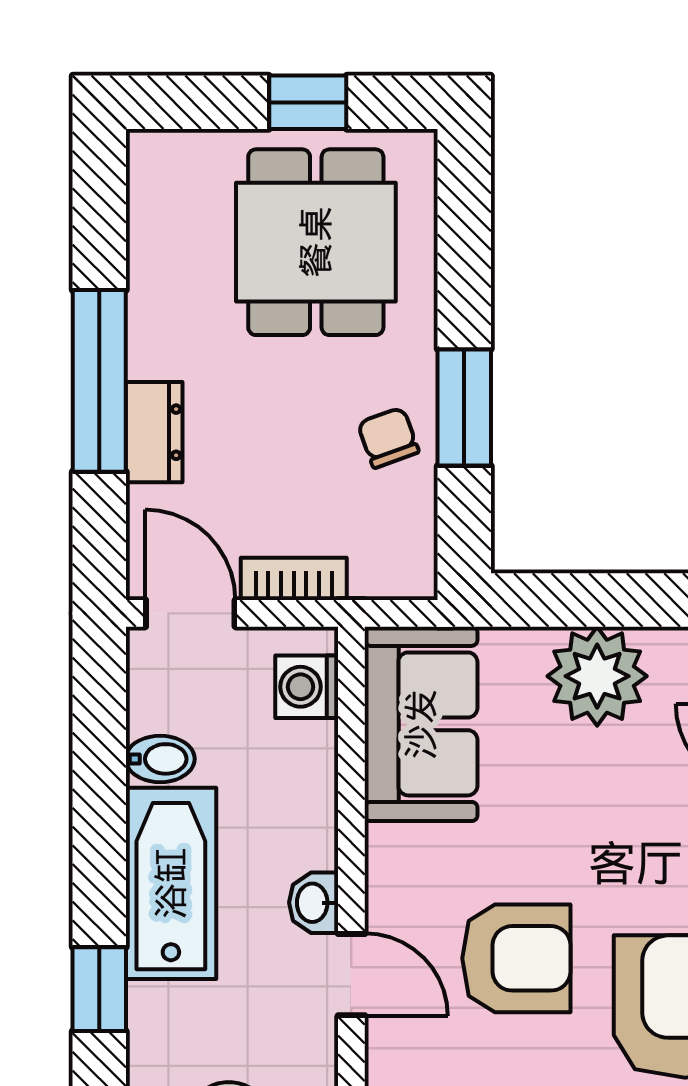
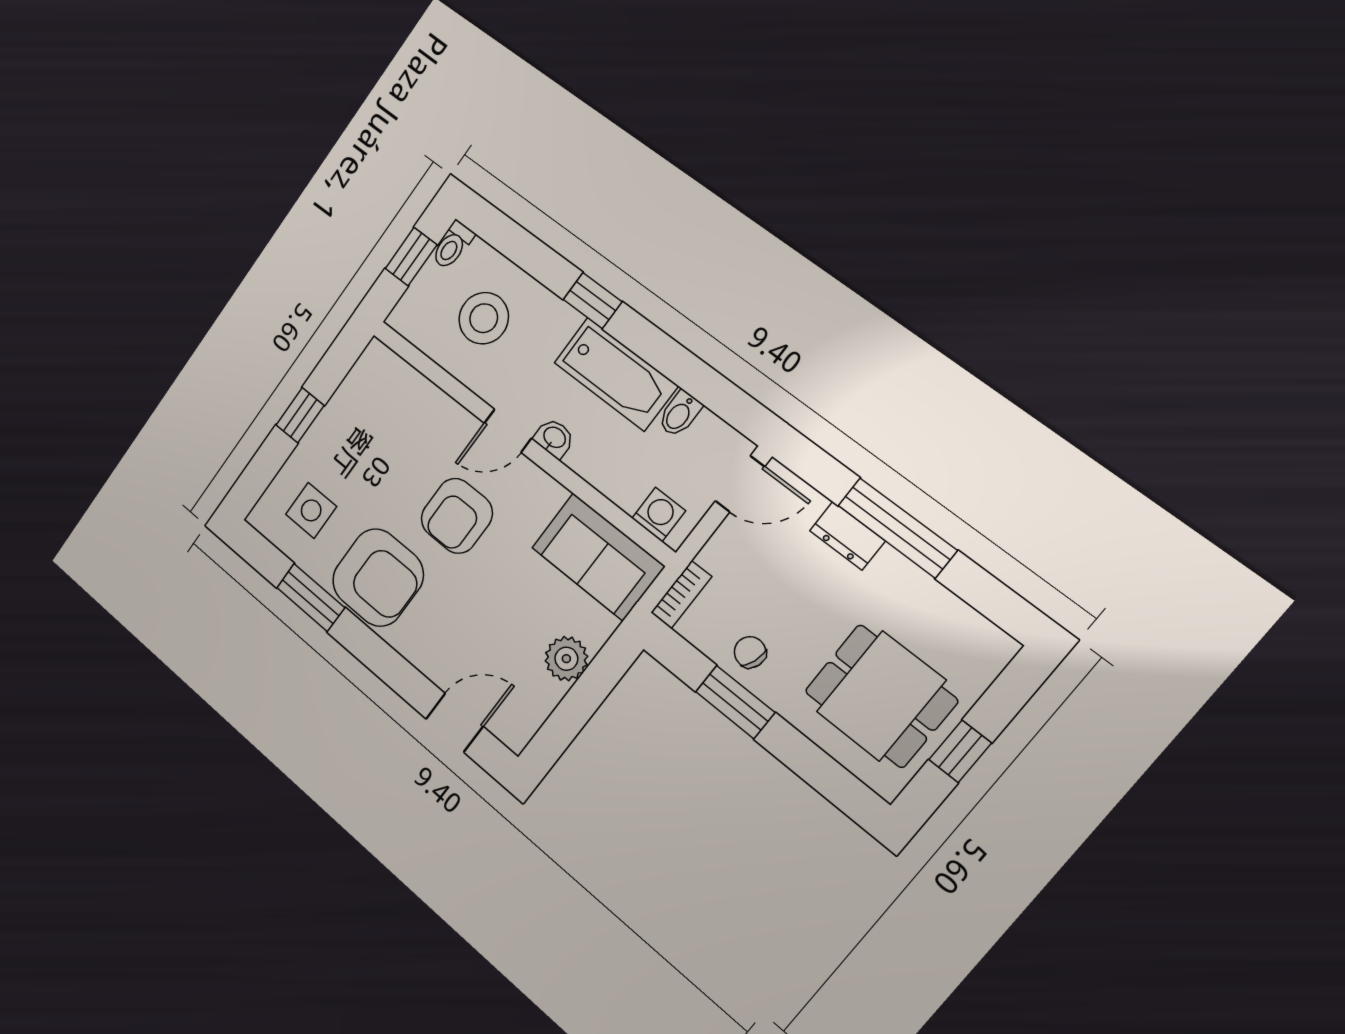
chair: (388, 438) -> (750, 652), turned -141
bookcase: (294, 579) -> (681, 595), moved
plant: (597, 676) -> (566, 659), width x0.73, depth x0.73

